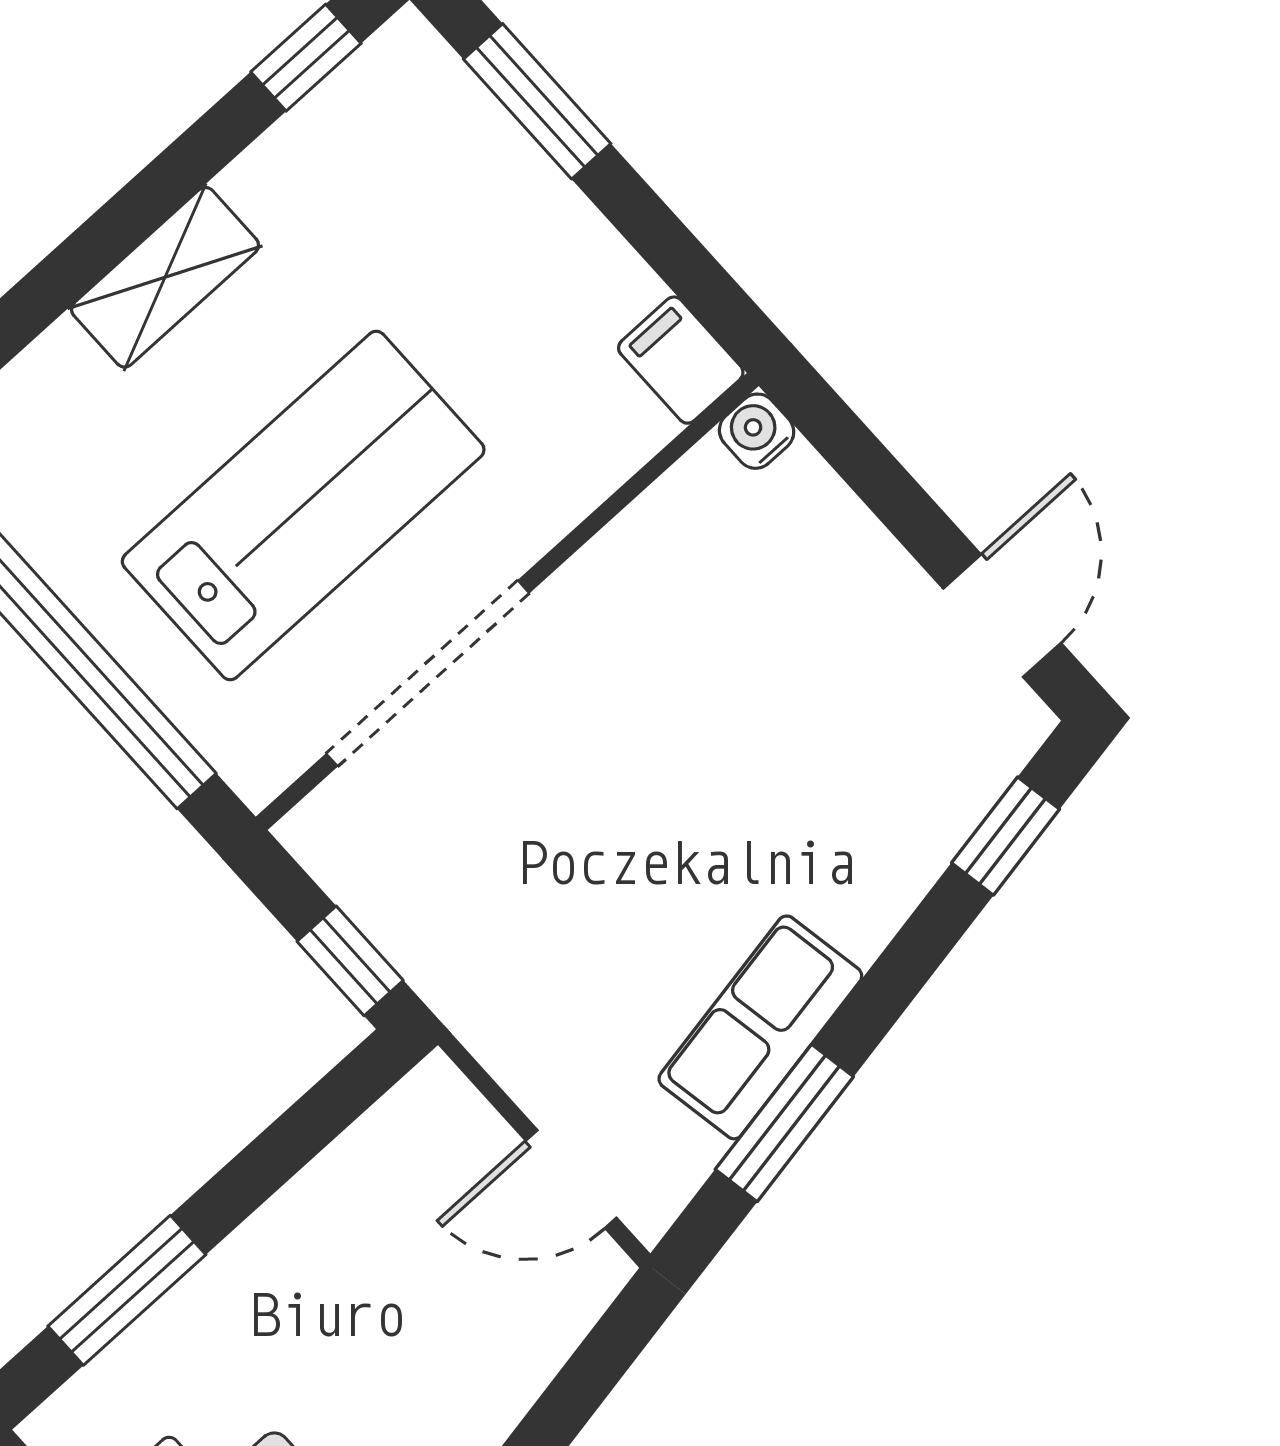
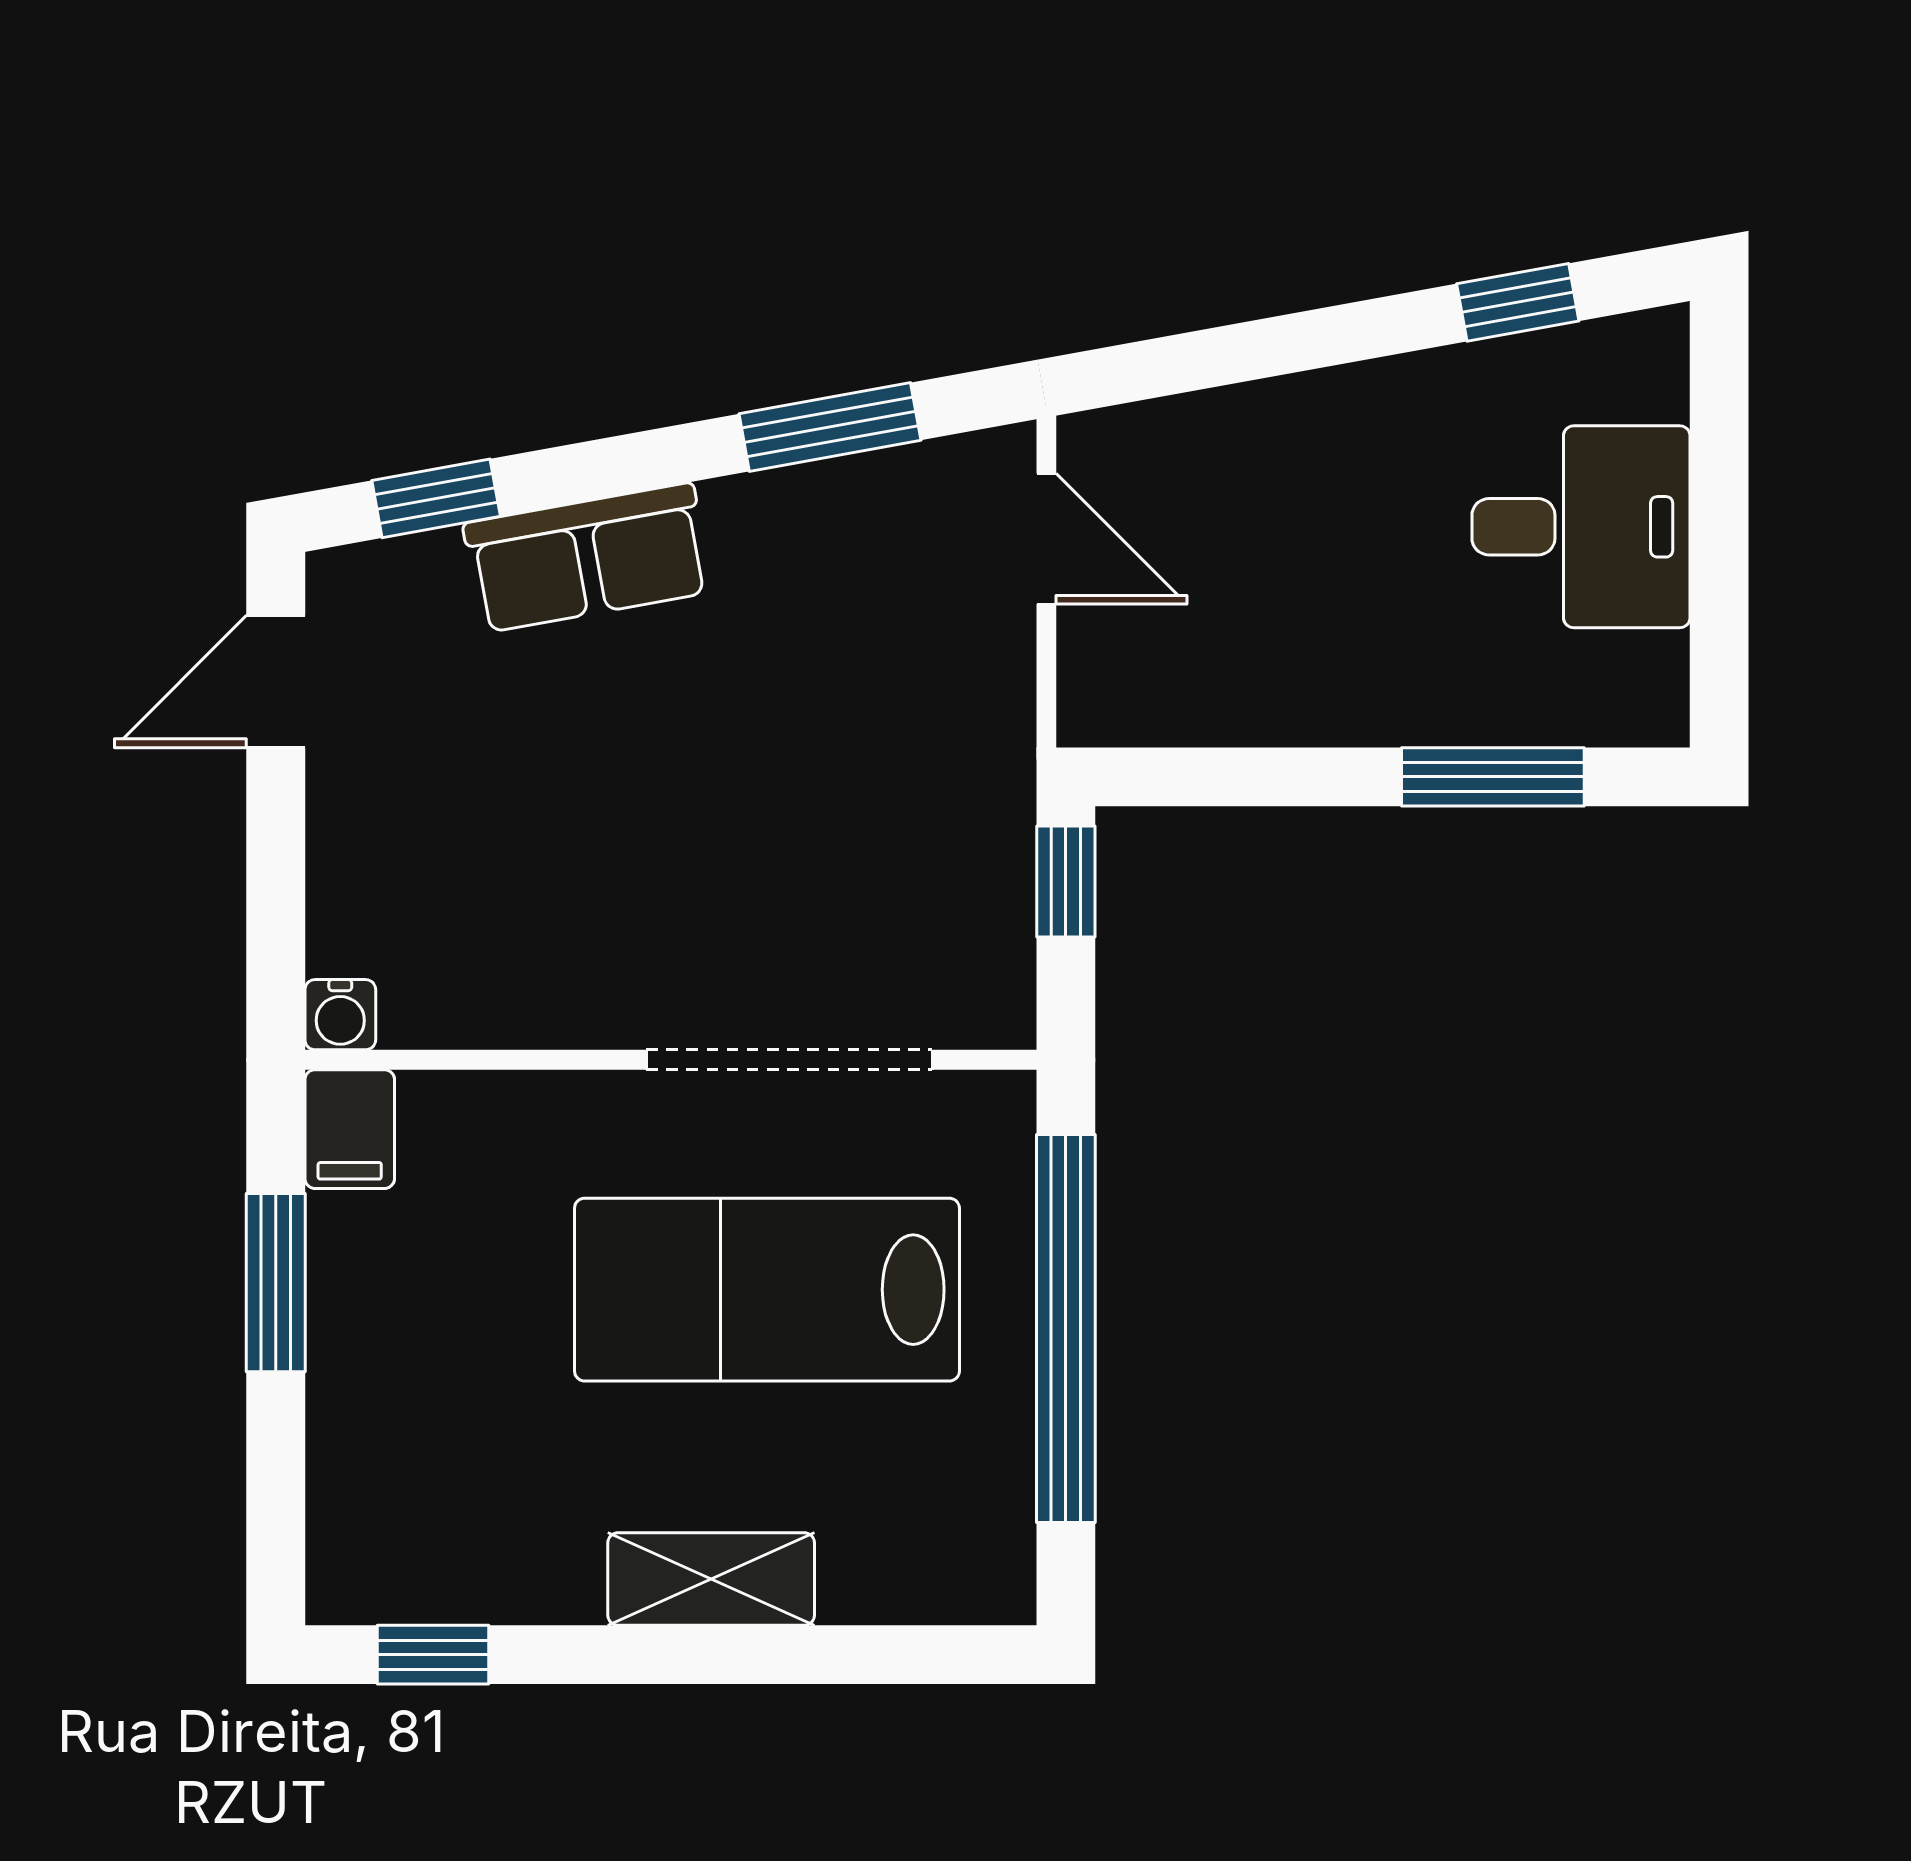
window: (537, 101) -> (276, 1283), moved
row of seats: (760, 1027) -> (588, 558), moved

